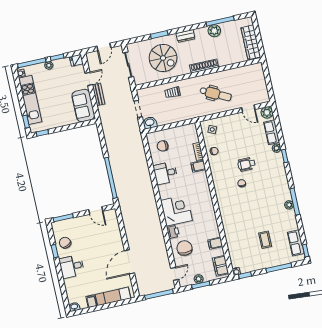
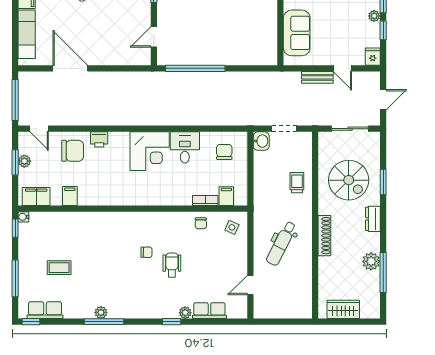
wardrobe: (251, 42) -> (343, 309), width x0.67
door: (104, 47) -> (383, 100), swing flipped
spiral stairs: (163, 58) -> (349, 180), turned -90
sofa: (83, 106) -> (297, 33), moved, turned 90
plant: (267, 112) -> (239, 310), removed
filing cabinet: (198, 166) -> (226, 196), moved
corner desk: (176, 210) -> (150, 151), moved

